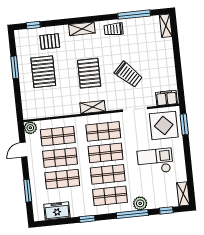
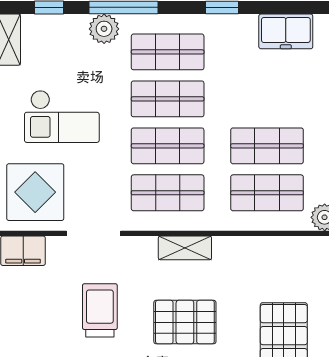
pallet: (89, 73) -> (185, 322), turned 90
trolley: (129, 74) -> (100, 310), turned 46
shop shelf: (62, 179) -> (267, 99), removed

